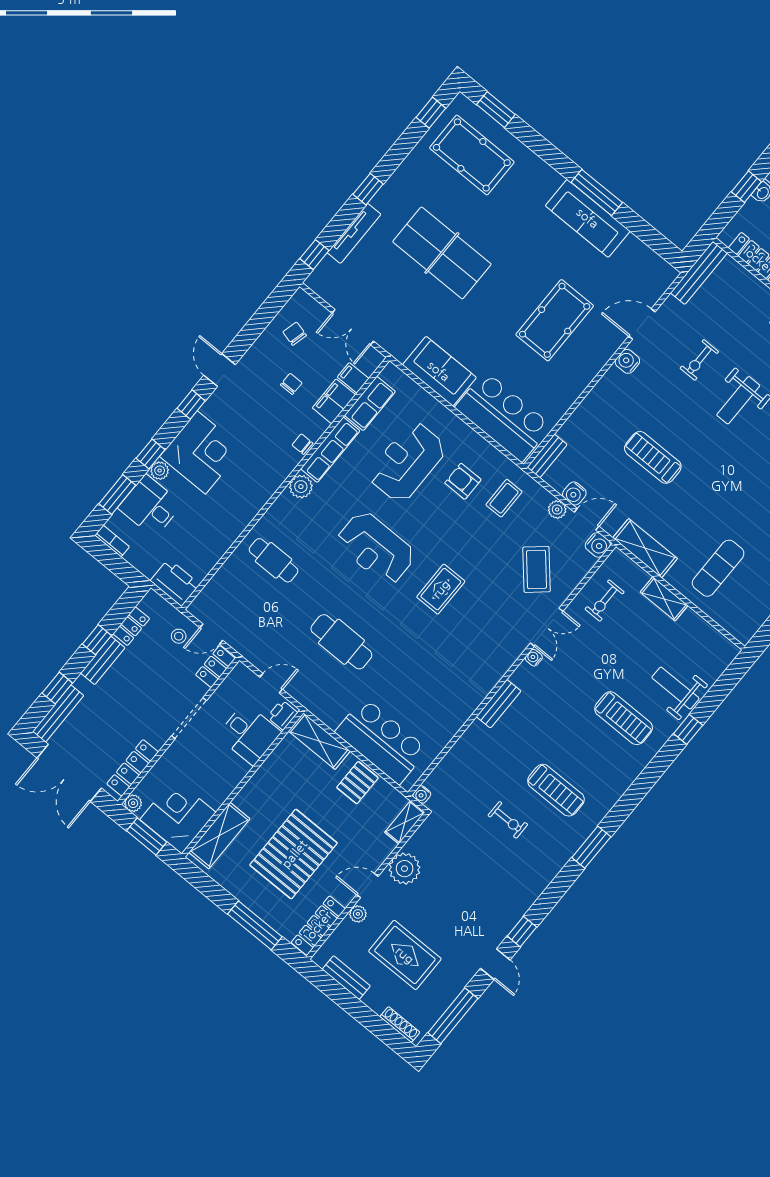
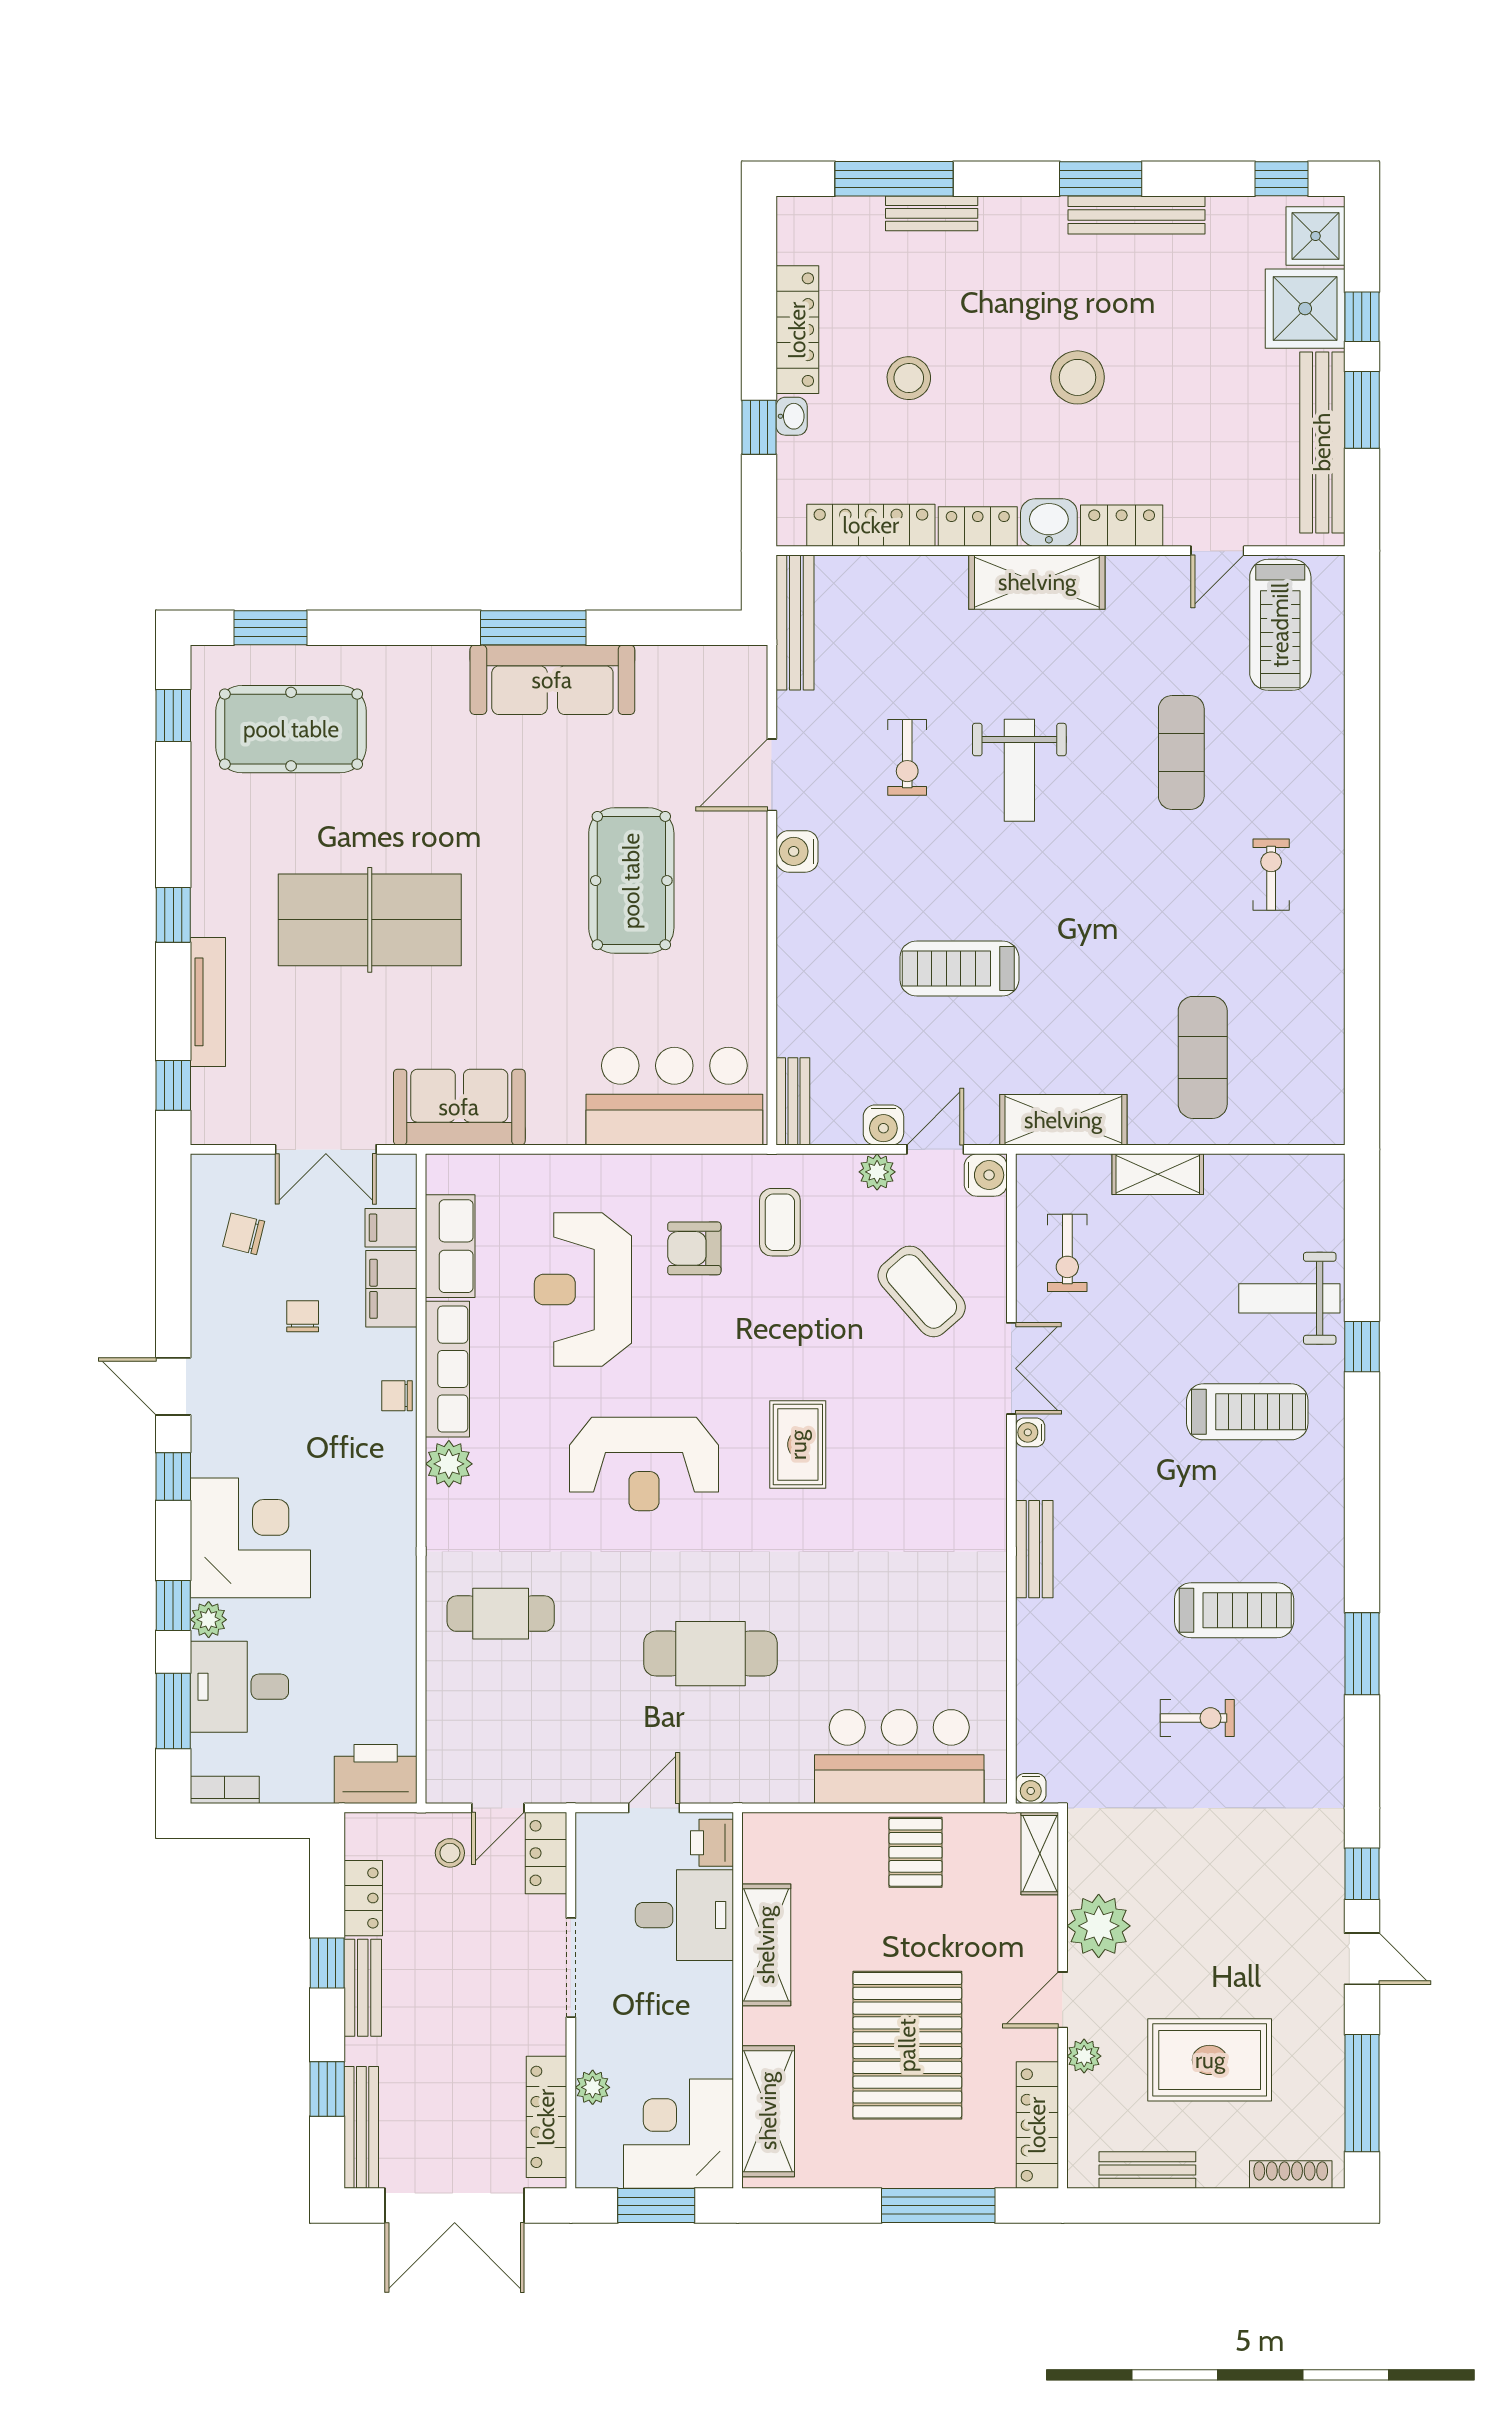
sofa: (439, 371) -> (459, 1107), moved
shelving: (319, 741) -> (766, 1945), moved, turned 90
plant: (133, 803) -> (593, 2087), moved

